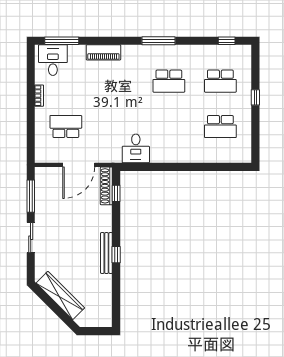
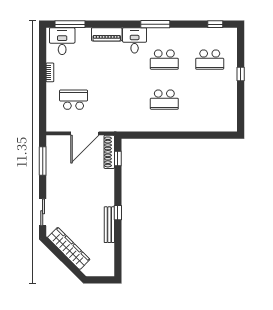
school desk: (220, 127) -> (164, 100), moved
desk: (136, 148) -> (135, 40), moved, turned 180
sliding door: (31, 238) -> (43, 212), moved
bench: (106, 253) -> (109, 225), moved

